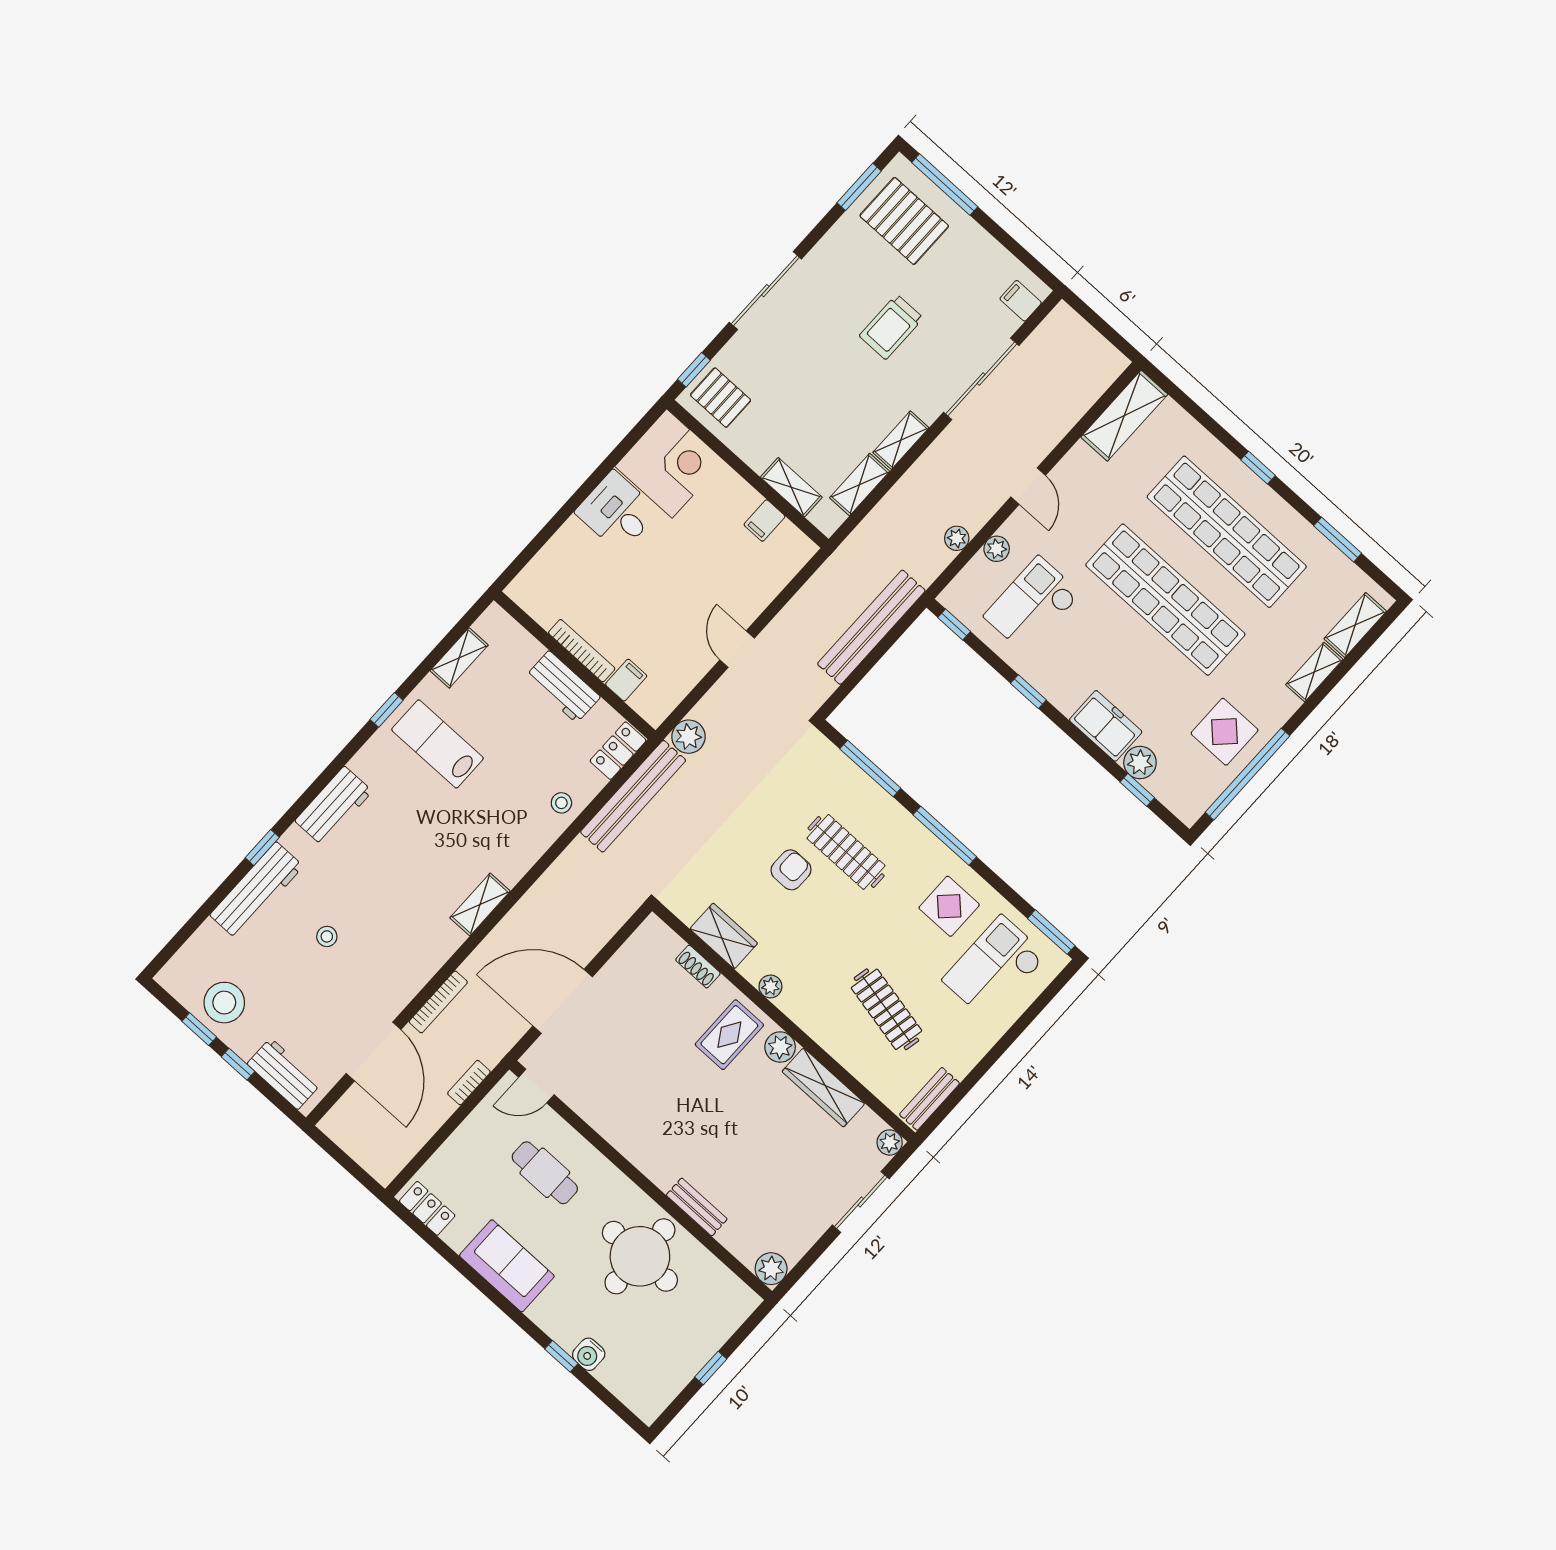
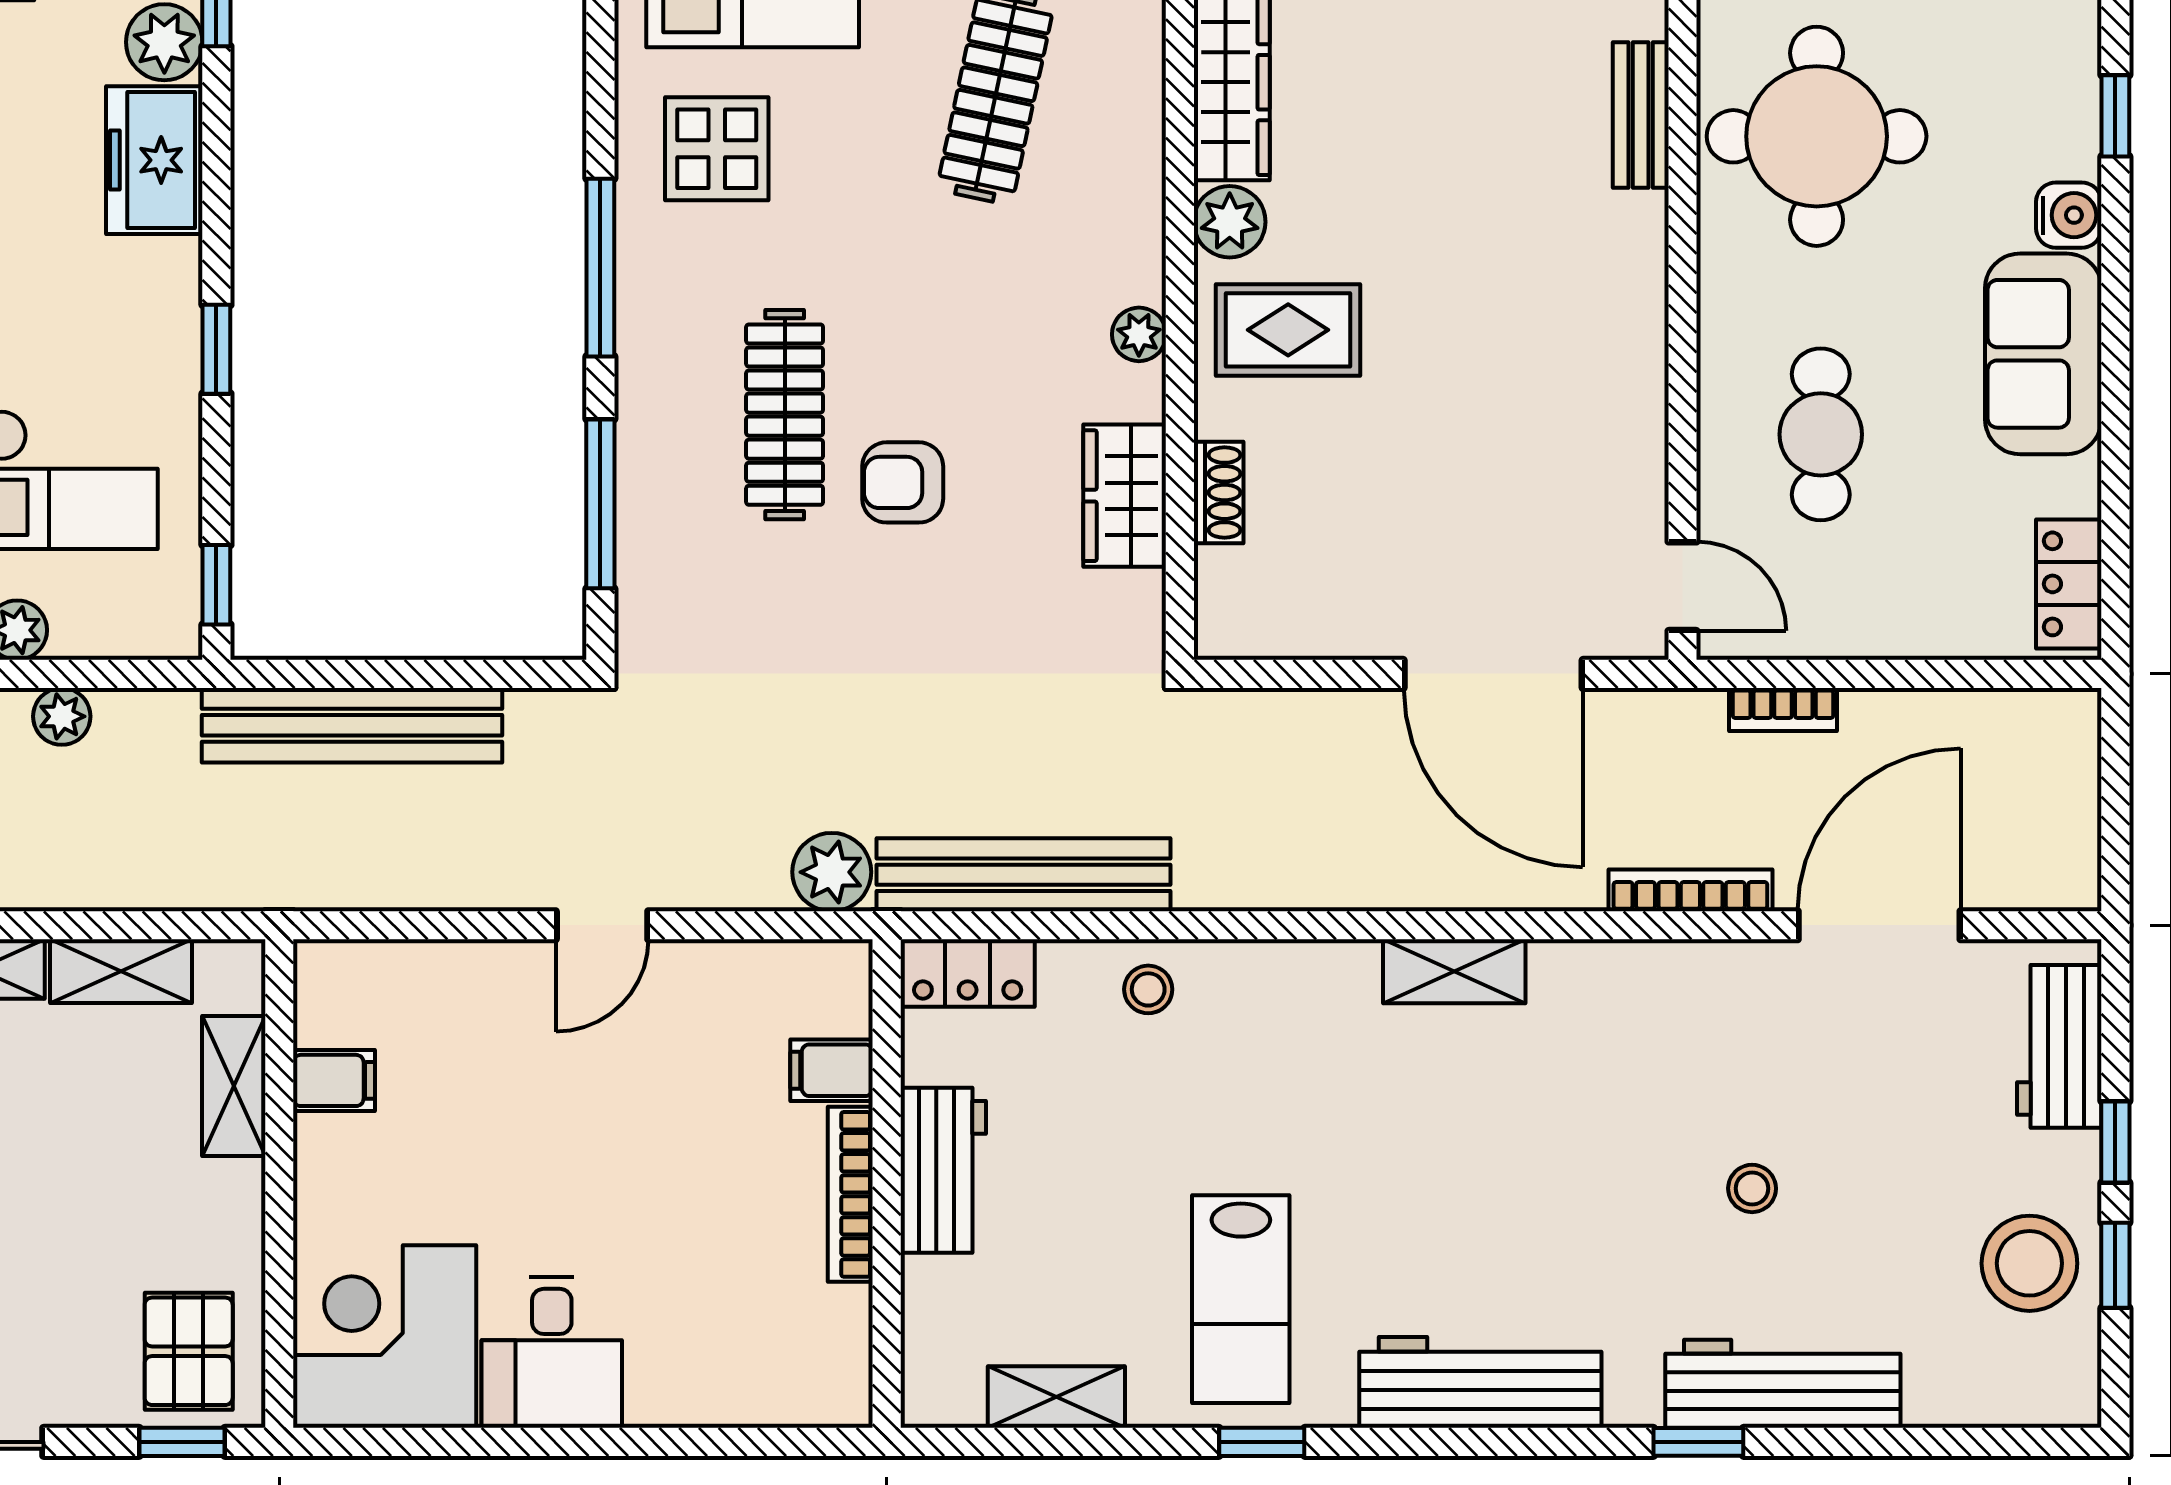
workbench: (334, 806) -> (1480, 1382), width x1.38
water cooler: (589, 1354) -> (2069, 215), moved

